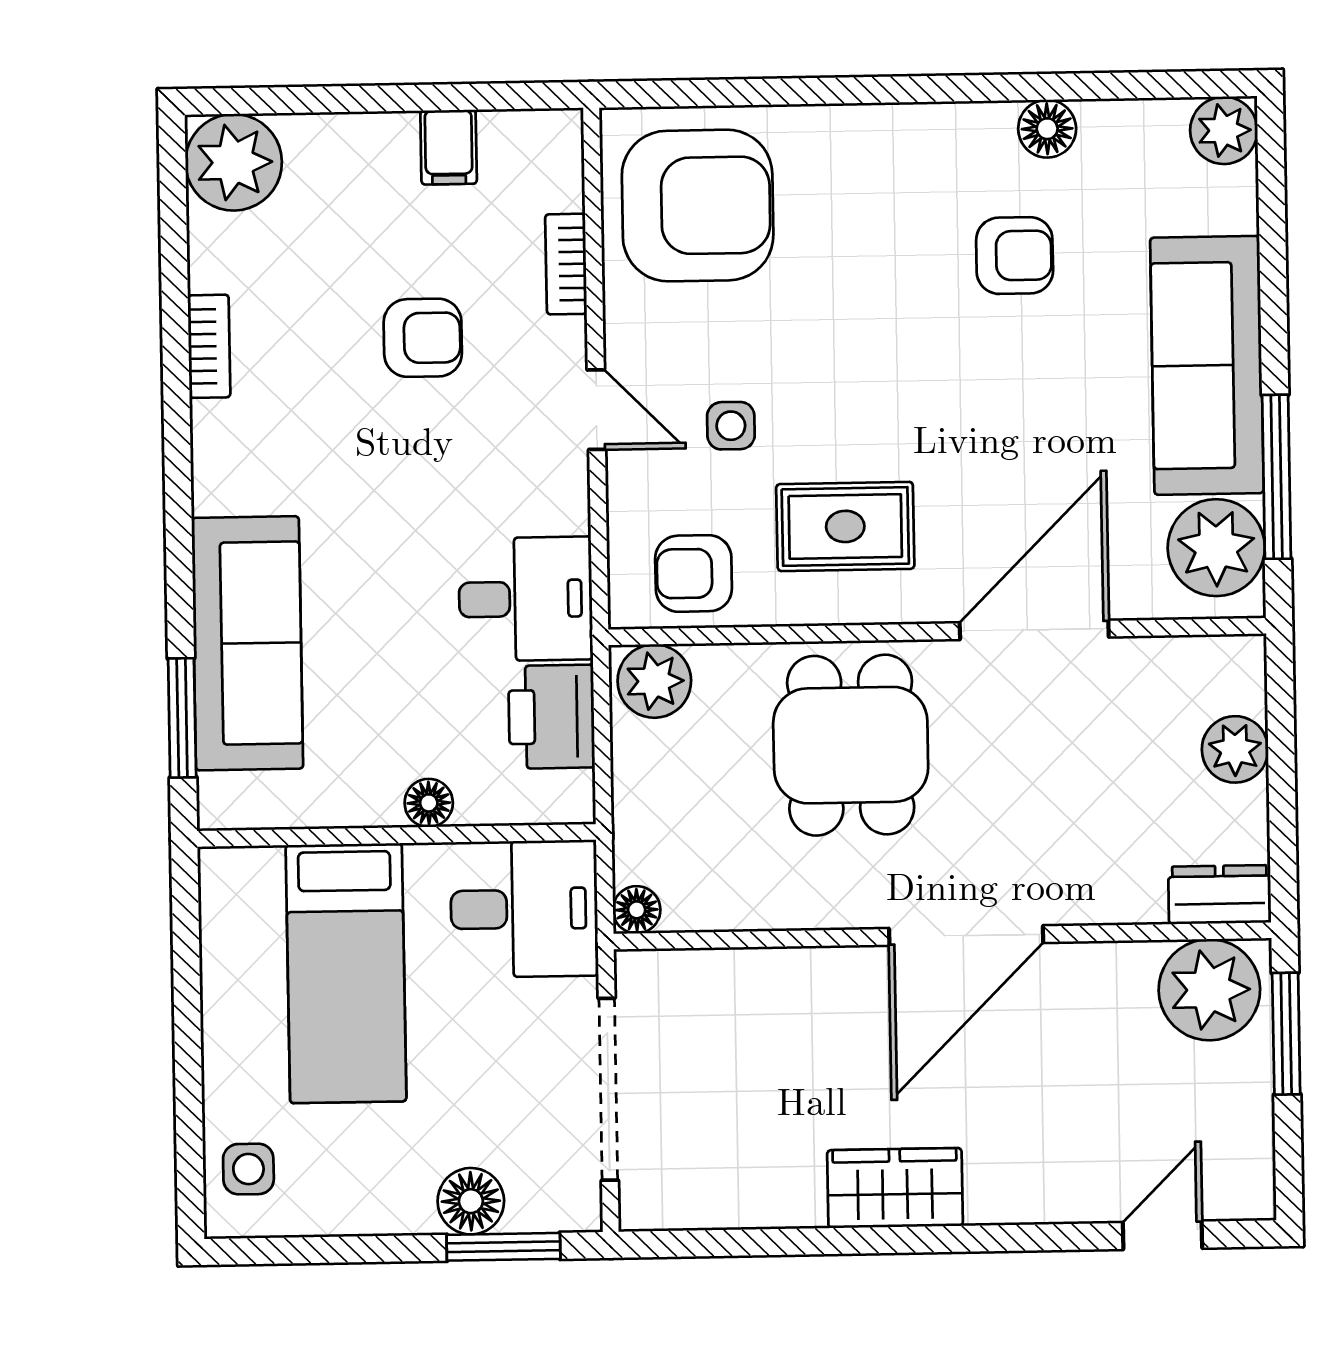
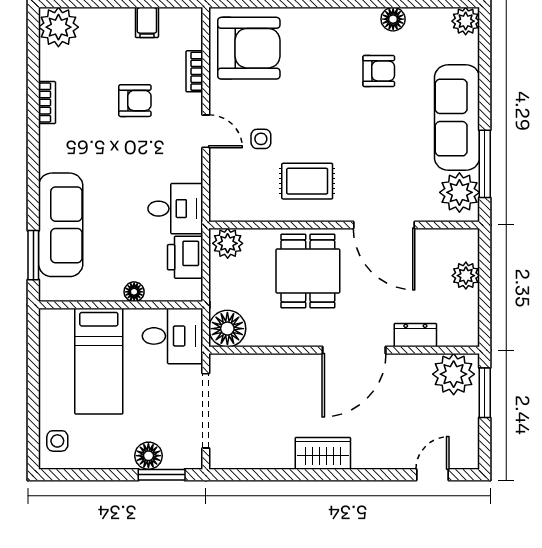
armchair: (694, 573) -> (245, 199), removed
door: (1034, 630) -> (384, 225), swing flipped
dresser: (1220, 895) -> (415, 335), moved
floor lamp: (637, 910) -> (227, 329), width x1.89, depth x1.89

